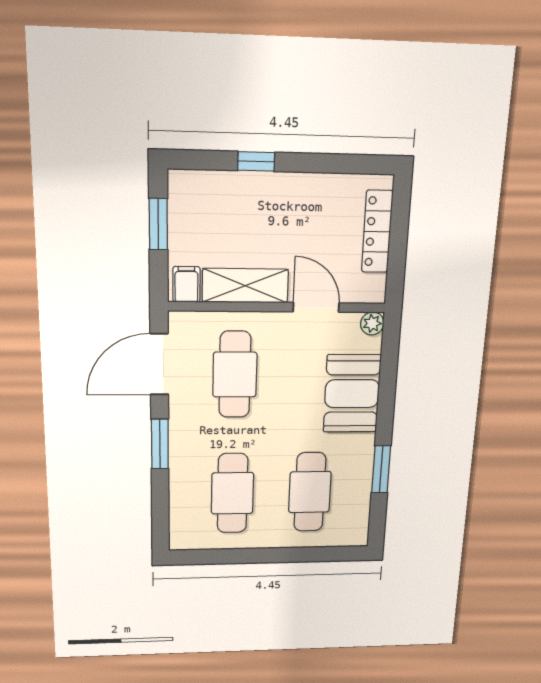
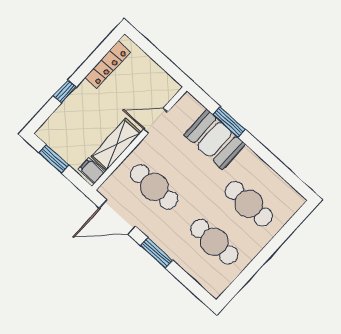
locker: (377, 232) -> (107, 65), moved, turned -90
plant: (372, 323) -> (187, 101), removed
door: (159, 364) -> (117, 217), hinge flipped
window: (381, 469) -> (229, 122), moved

